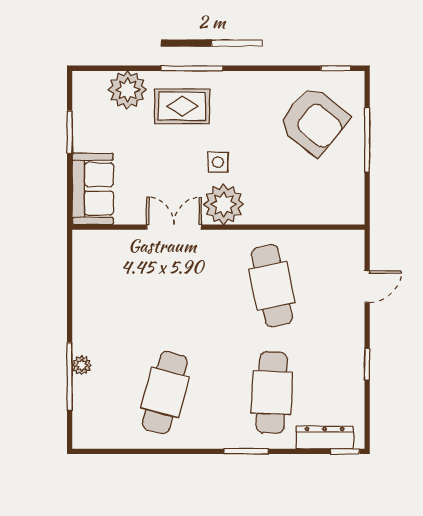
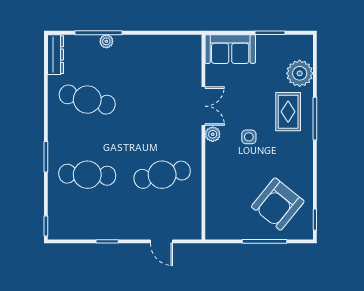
plant: (224, 204) -> (213, 134), width x0.53, depth x0.53
dresser: (325, 438) -> (56, 55), moved

